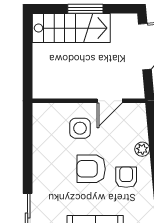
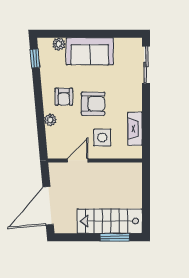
window: (85, 9) -> (115, 237), moved
fireplace: (41, 139) -> (135, 129), added

